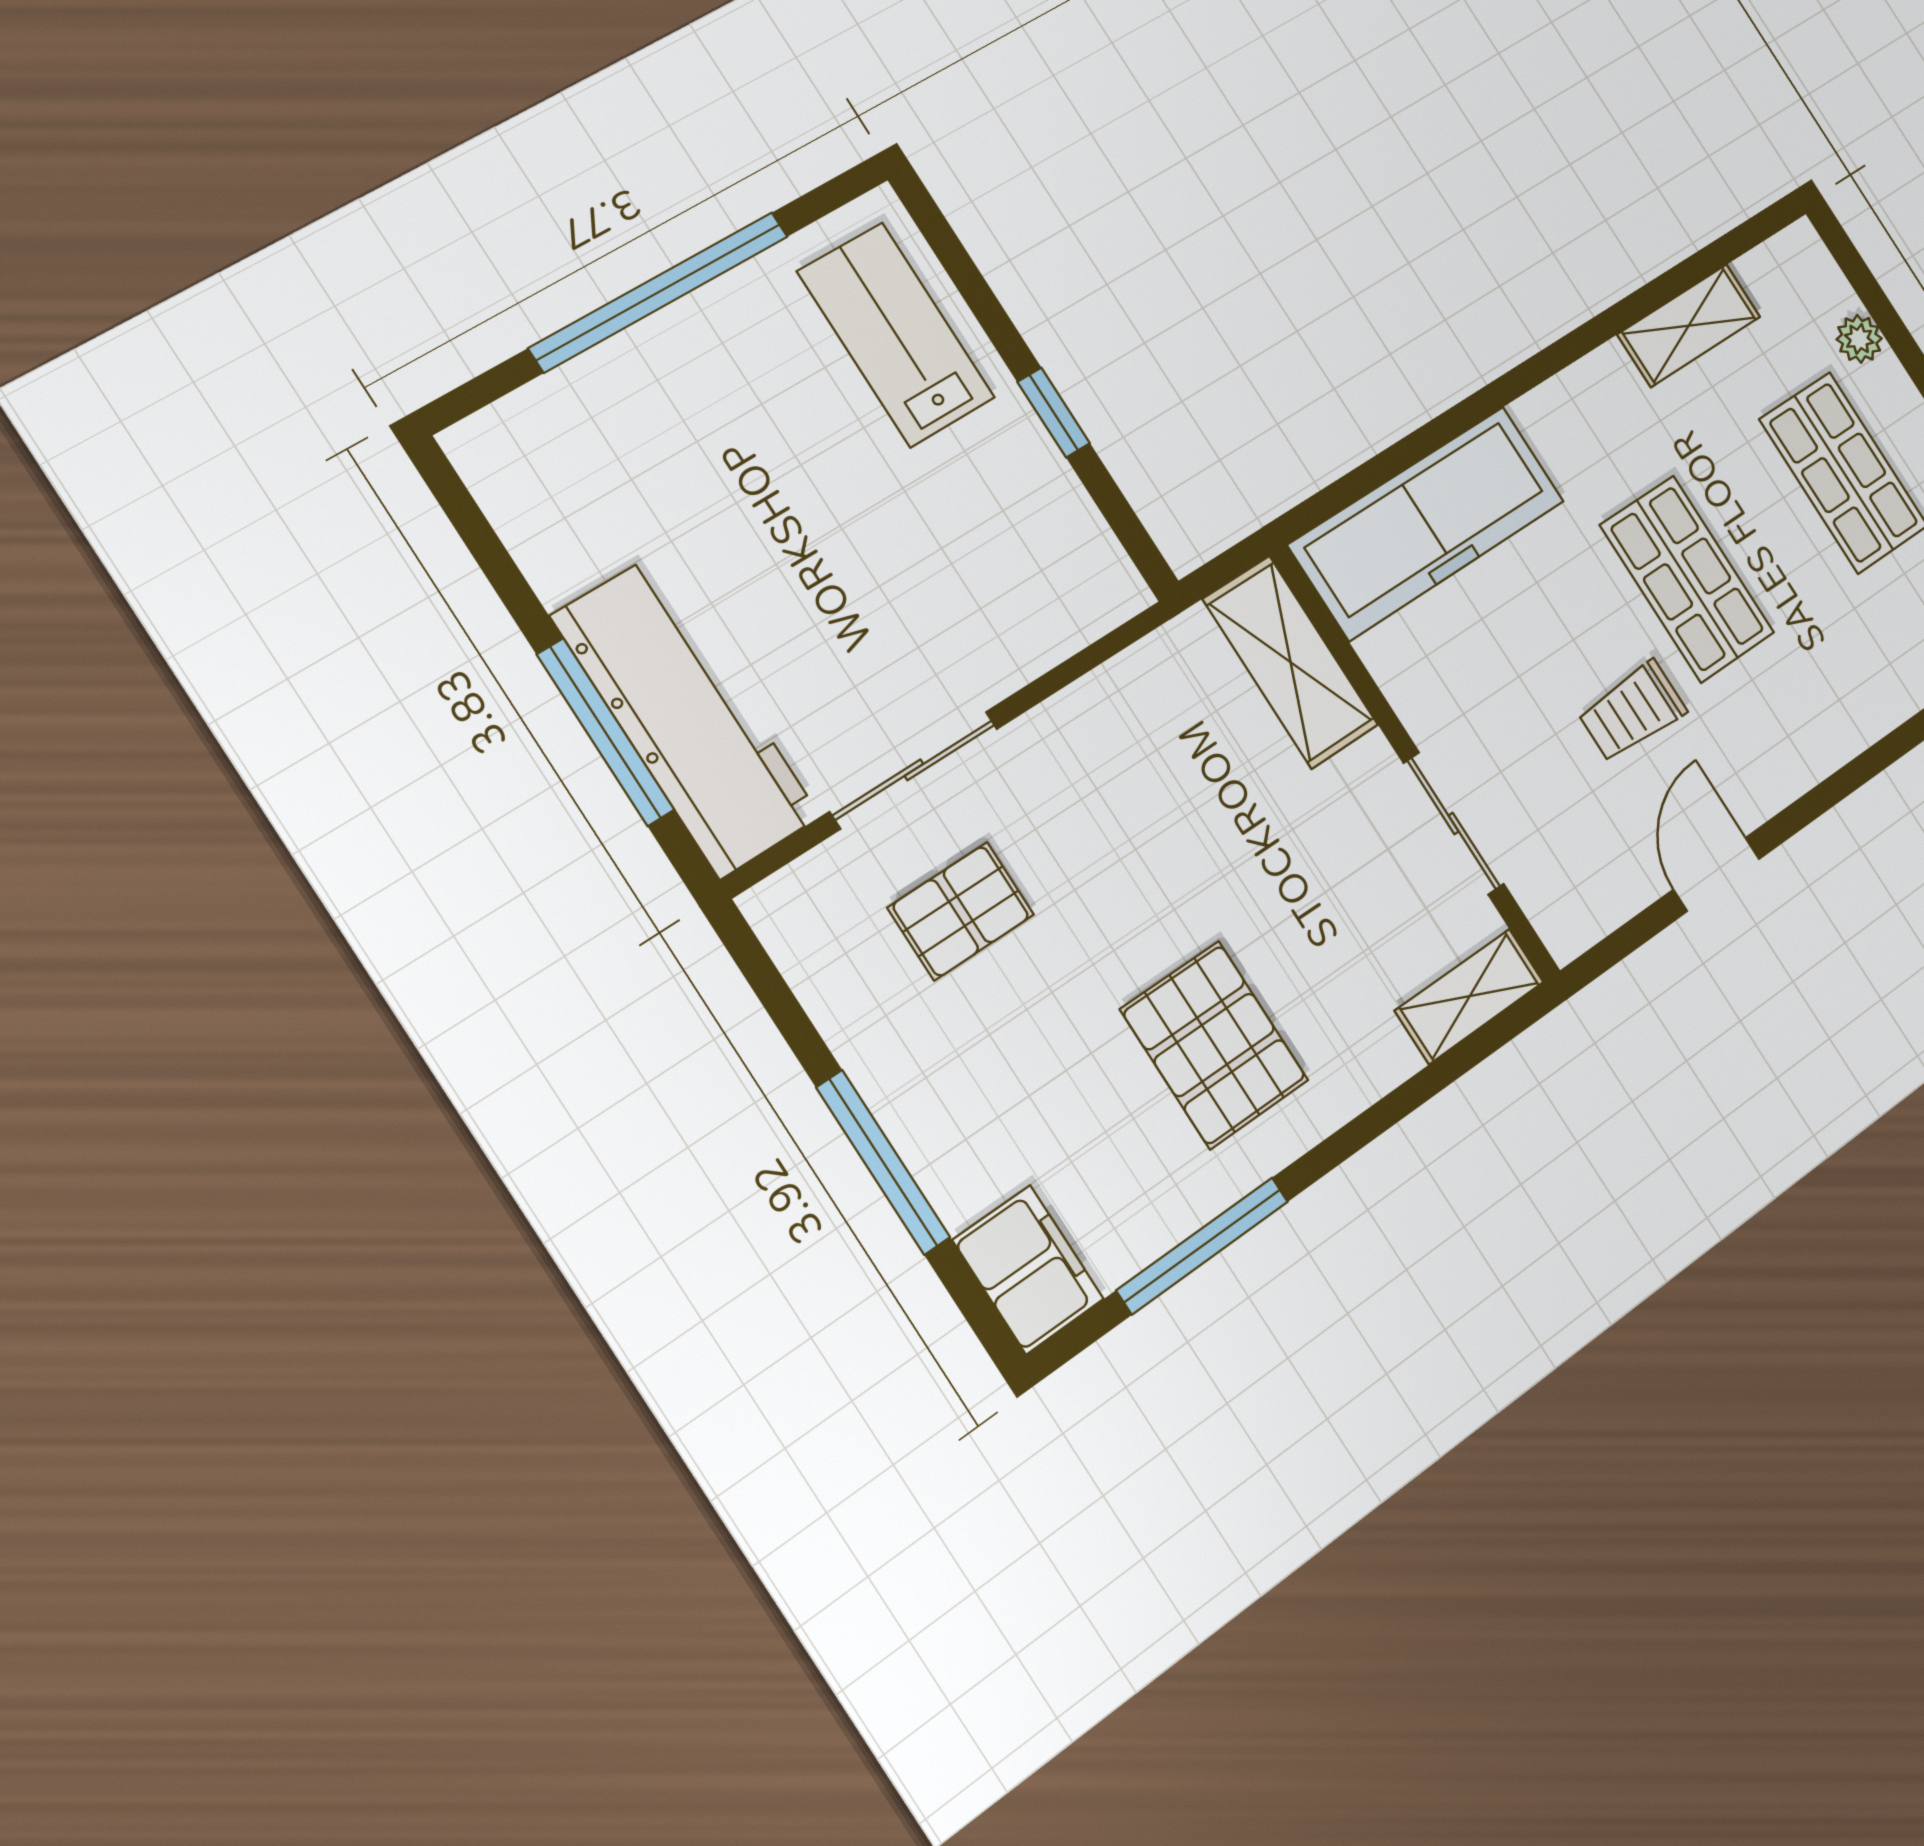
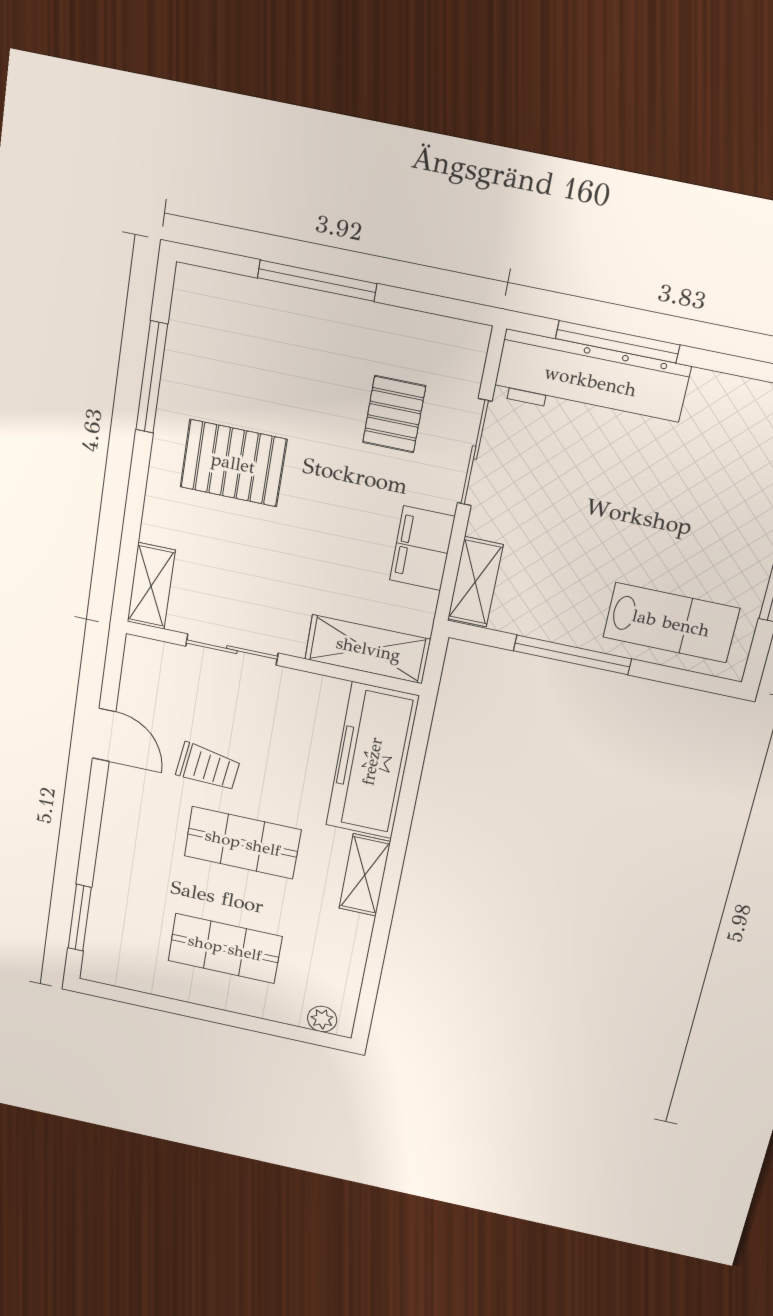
shelving: (1689, 325) -> (365, 875), moved
plant: (1859, 339) -> (322, 1019), moved
window: (1054, 413) -> (572, 655), width x2.17
shelving: (1077, 615) -> (475, 582), added
trolley: (1632, 711) -> (208, 767), turned 97
filing cabinet: (1028, 1270) -> (422, 548), moved, turned 90

